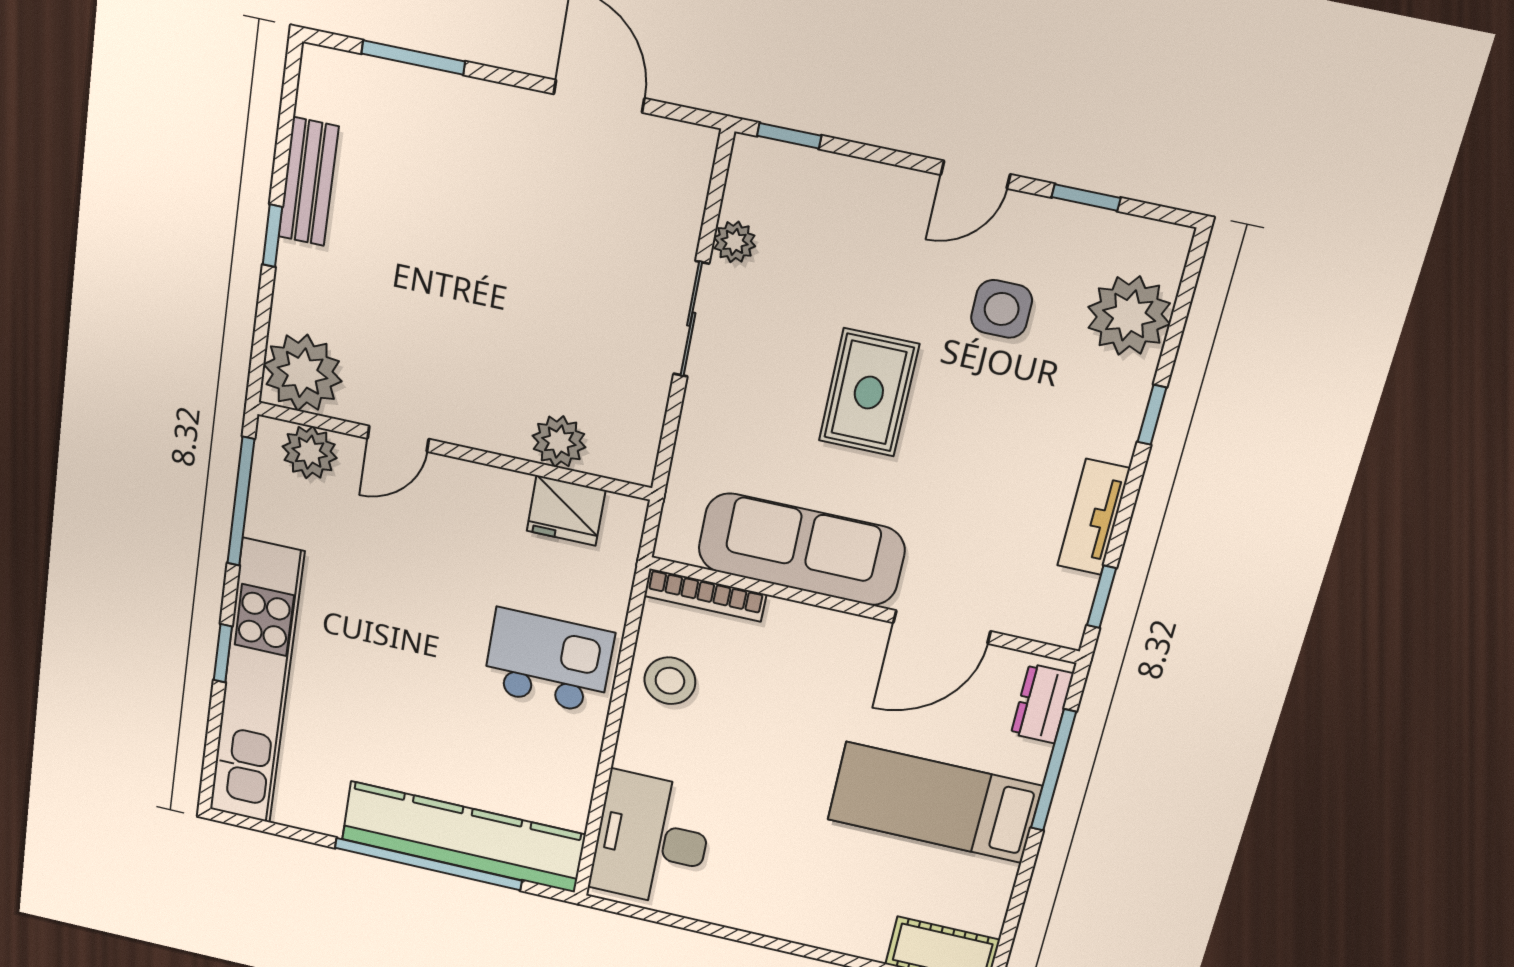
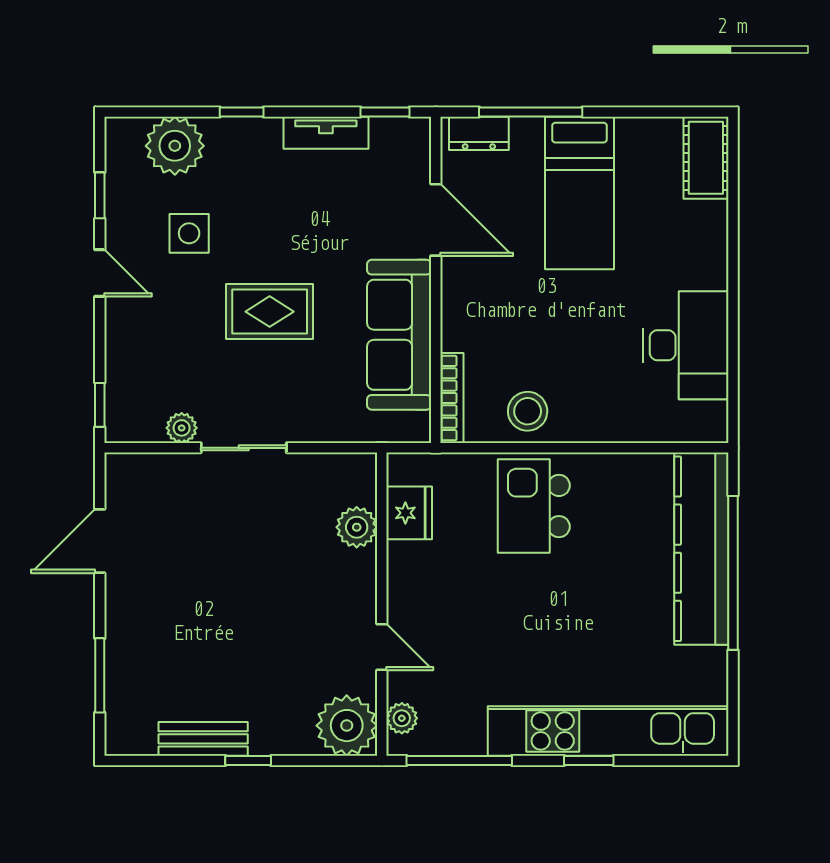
plant: (310, 452) -> (402, 718), width x0.73, depth x0.73
desk: (652, 840) -> (686, 345), moved, turned -90

